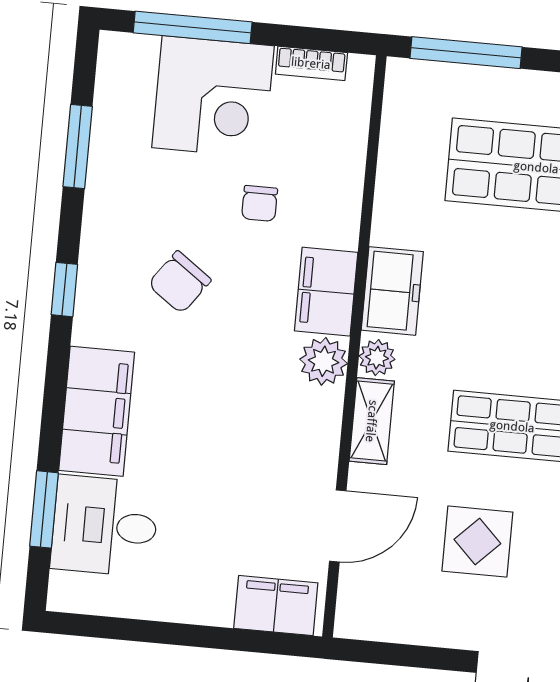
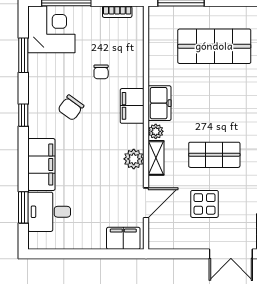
corner desk: (213, 97) -> (51, 29), moved, turned -90
plant: (324, 361) -> (134, 159), moved

